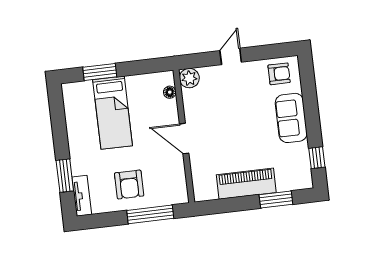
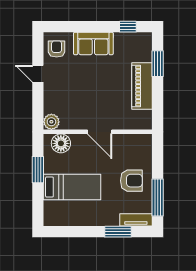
door: (231, 56) -> (38, 74), moved
window: (100, 72) -> (38, 170), moved
floor lamp: (170, 92) -> (61, 143), width x1.89, depth x1.89
door: (184, 139) -> (100, 132), hinge flipped
window: (150, 214) -> (158, 197), moved

